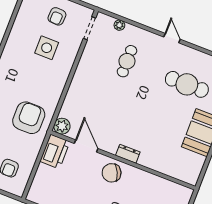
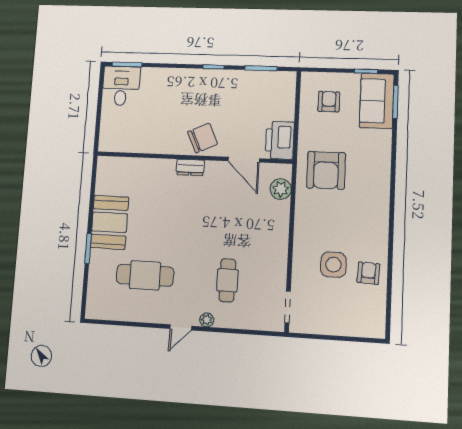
armchair: (57, 16) -> (368, 273), moved
plant: (119, 25) -> (207, 320), moved
door: (172, 38) -> (181, 327), hinge flipped
plant: (62, 126) -> (281, 189), moved

